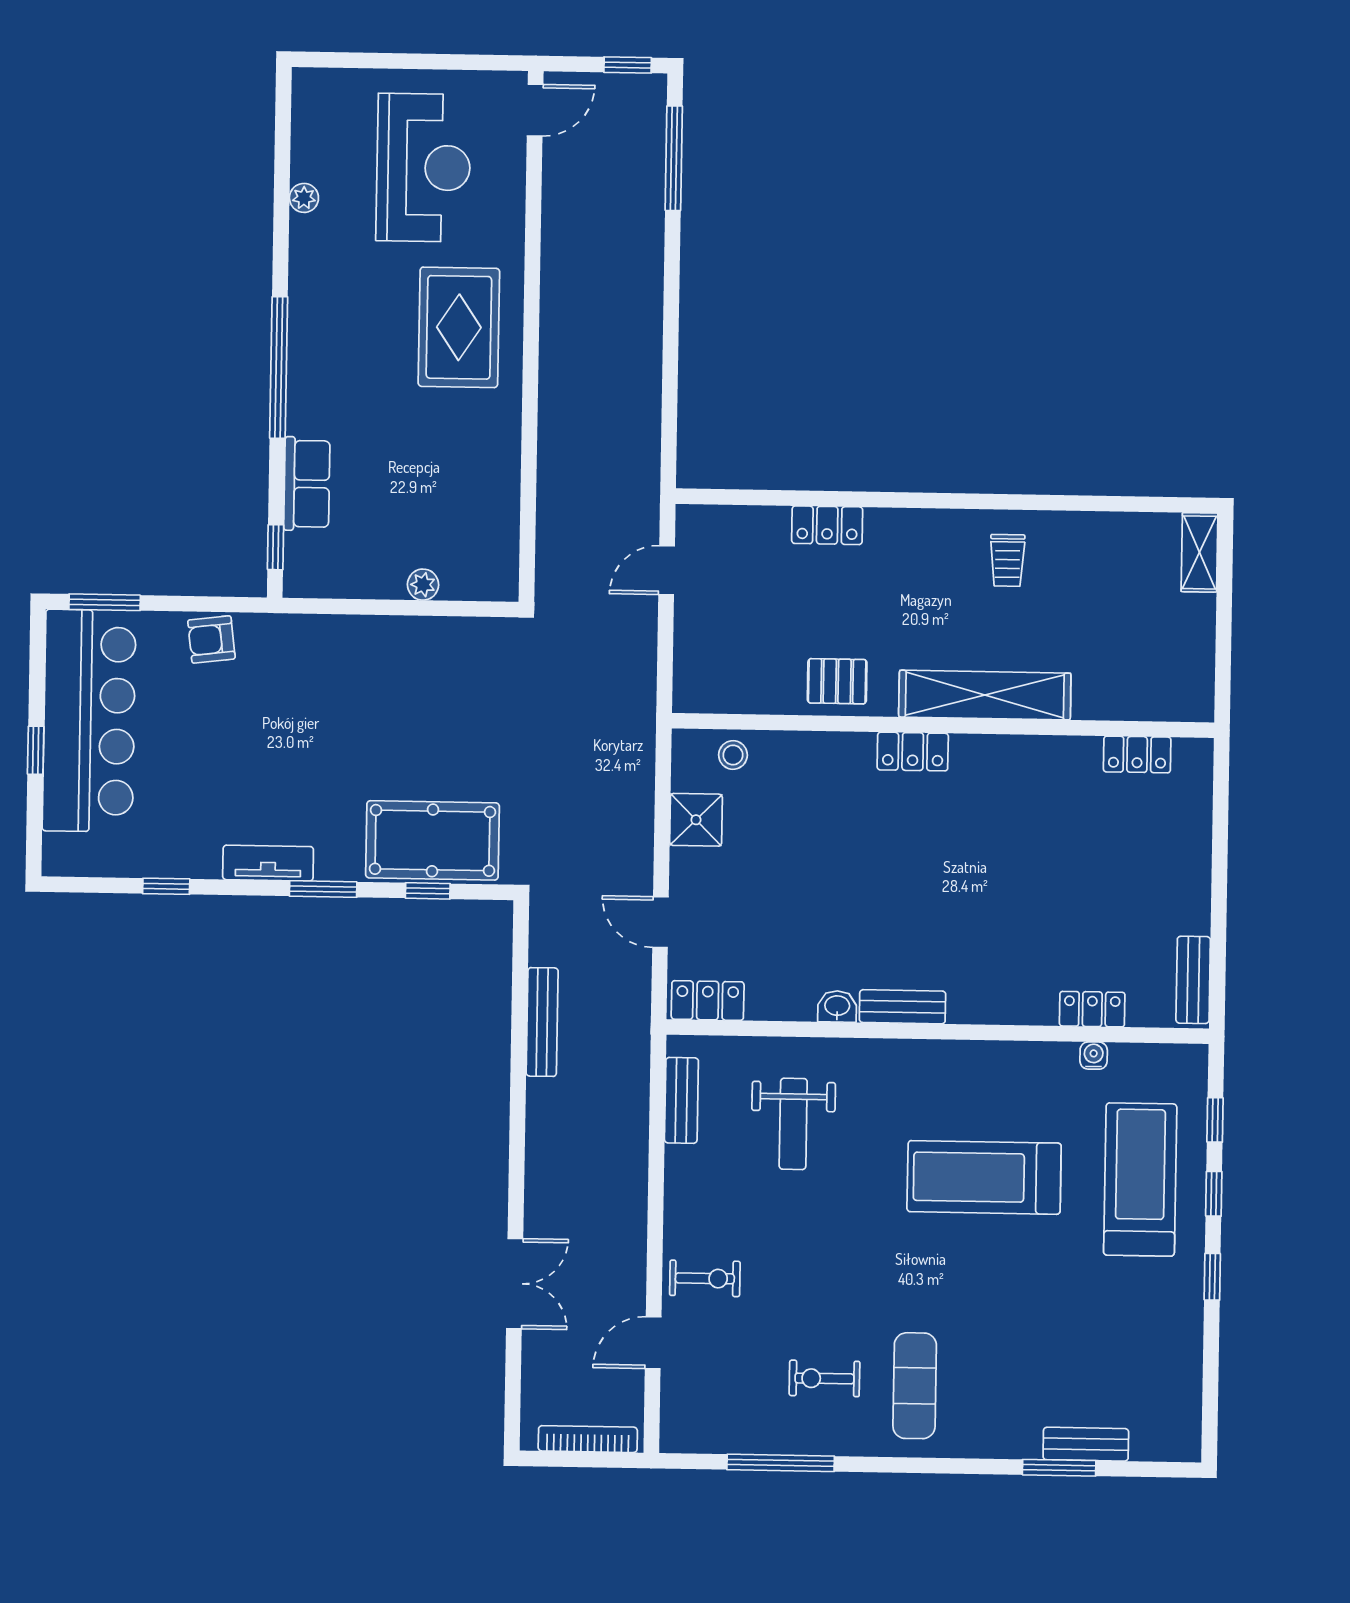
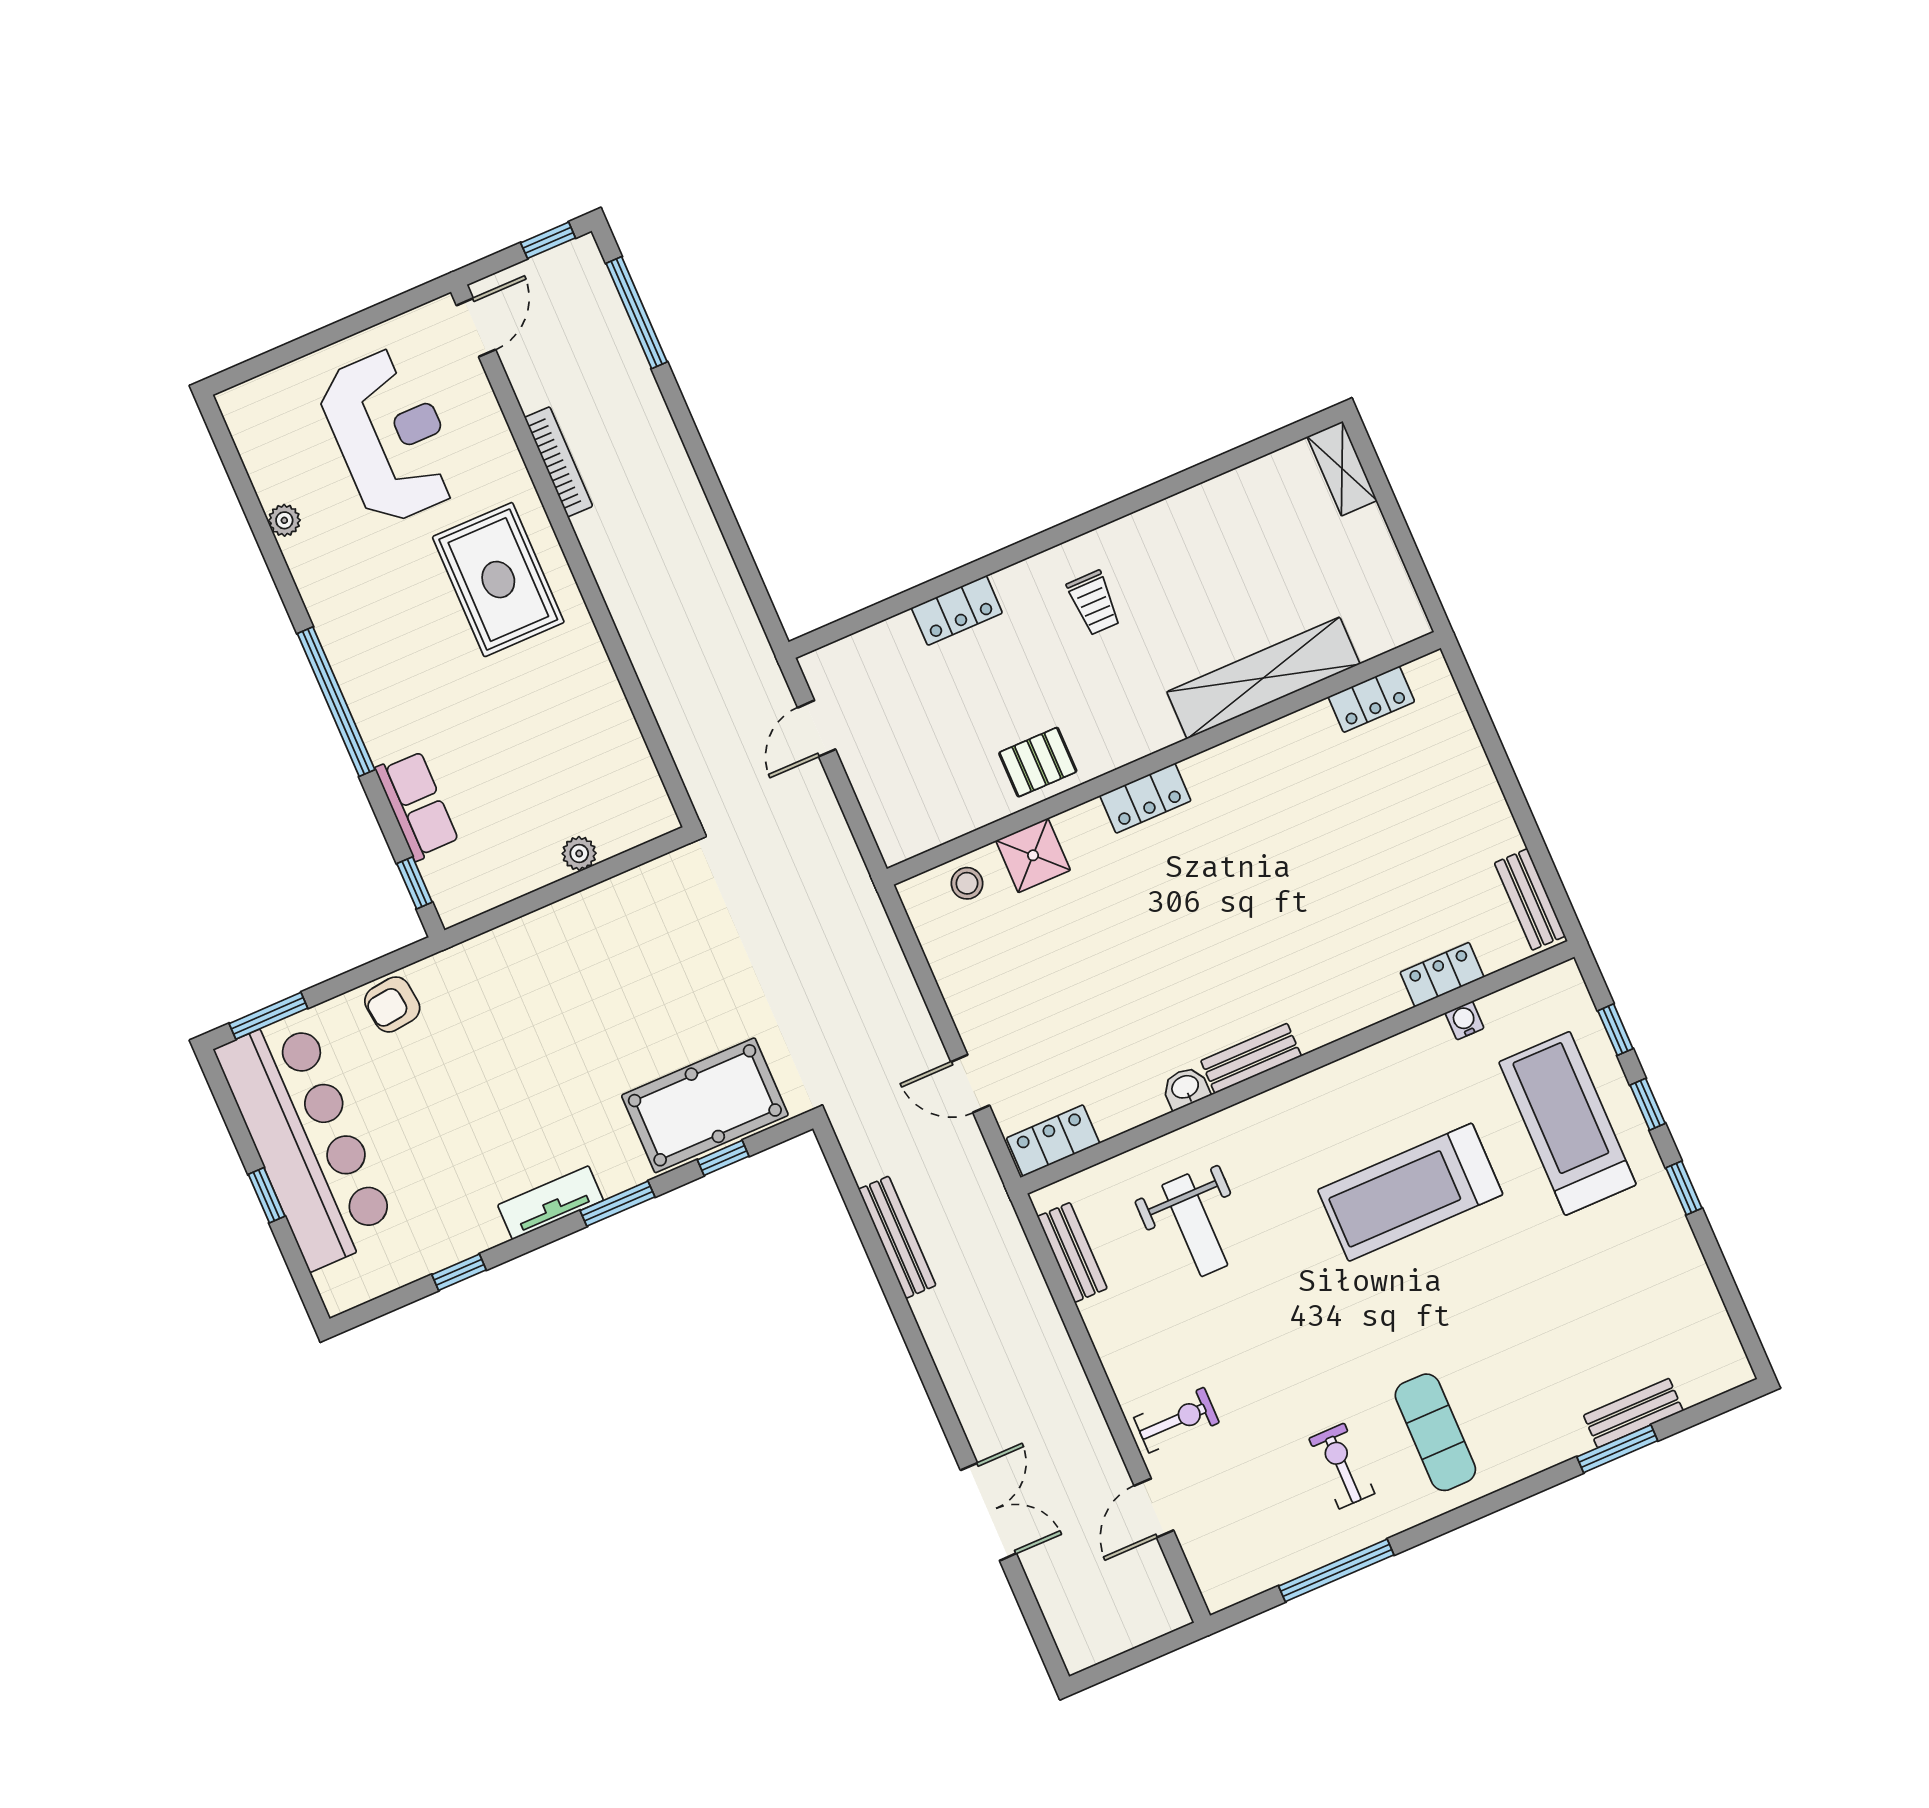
trolley: (1007, 560) -> (1094, 603), moved
shelving: (985, 695) -> (1263, 678), moved
shower: (696, 820) -> (1033, 855), moved
exercise bike: (824, 1378) -> (1342, 1466), turned 90
bookcase: (588, 1439) -> (559, 462), moved, turned 90

